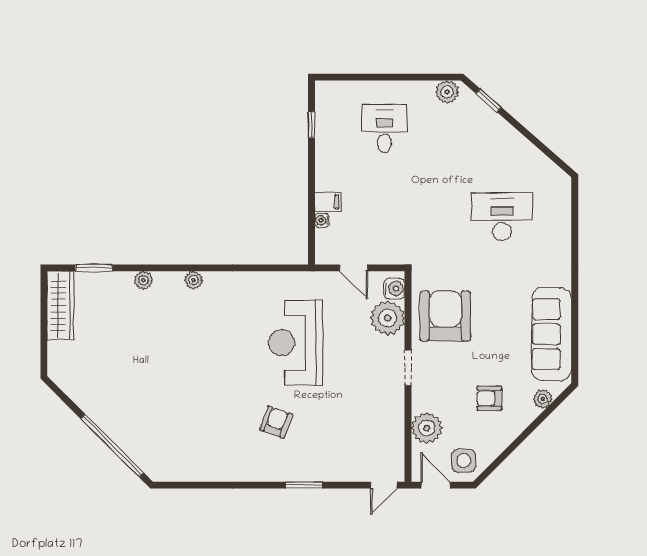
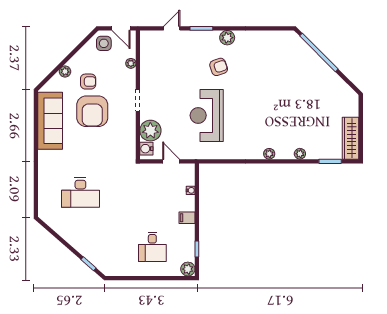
plant: (447, 92) -> (188, 269), moved
filing cabinet: (328, 202) -> (187, 218), moved
armchair: (445, 316) -> (92, 111), moved
reception desk: (296, 343) -> (207, 115), turned 180
plant: (543, 399) -> (65, 72), moved
armchair: (276, 422) -> (219, 67), turned -129
plant: (427, 428) -> (131, 63), width x0.53, depth x0.53
plant: (262, 470) -> (227, 38), added
door: (384, 485) -> (172, 28), moved

